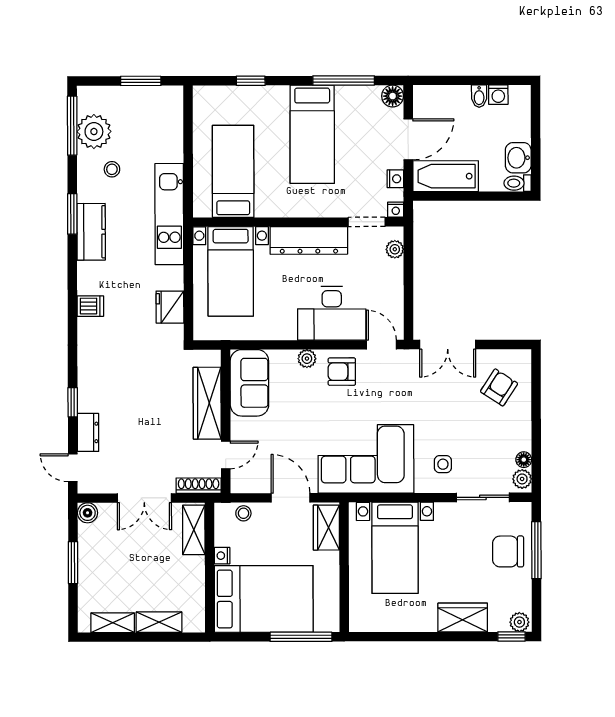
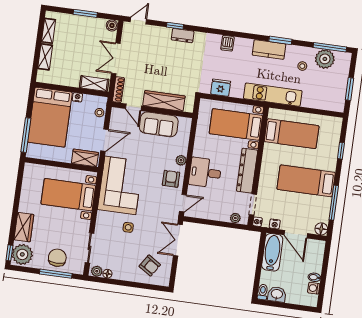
desk: (332, 313) -> (205, 173), width x0.73
sofa: (249, 383) -> (159, 124), moved
dresser: (88, 432) -> (183, 36), moved
side table: (443, 464) -> (128, 227), moved
plant: (519, 622) -> (22, 254), width x1.88, depth x1.88

